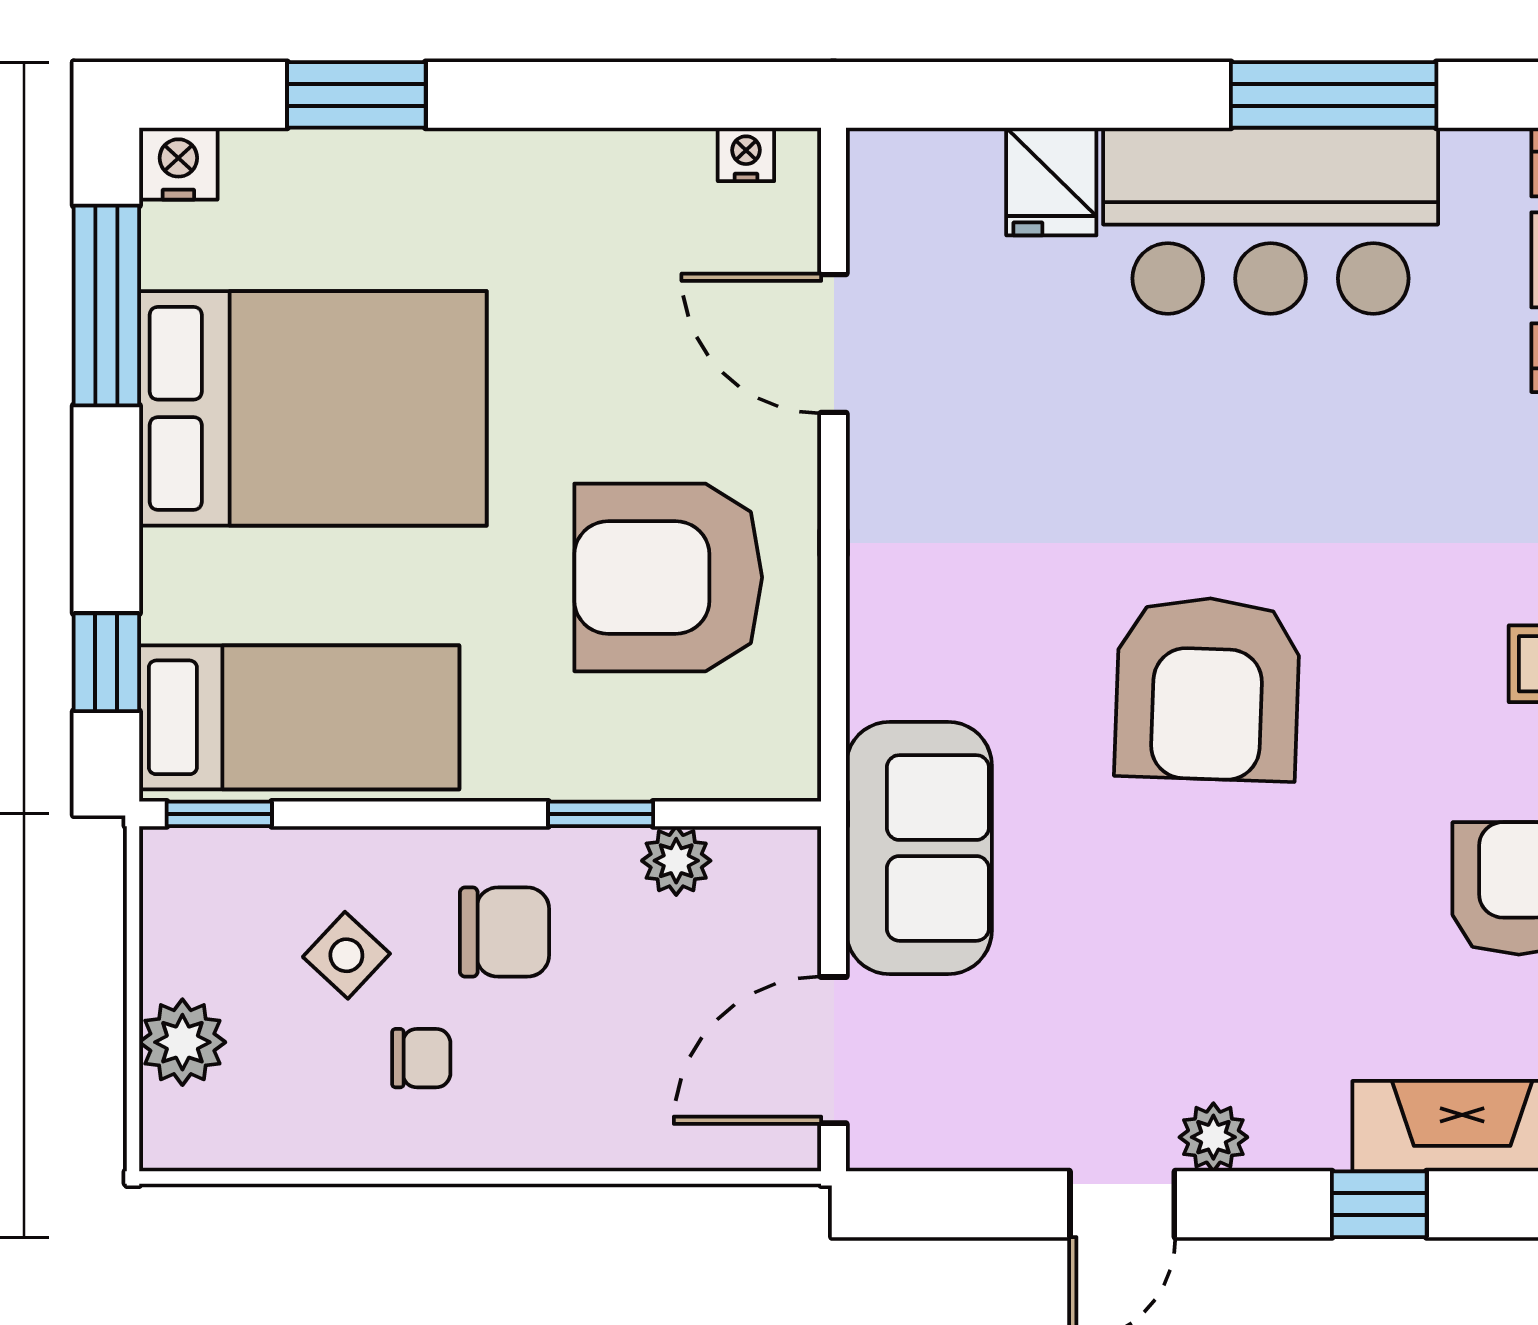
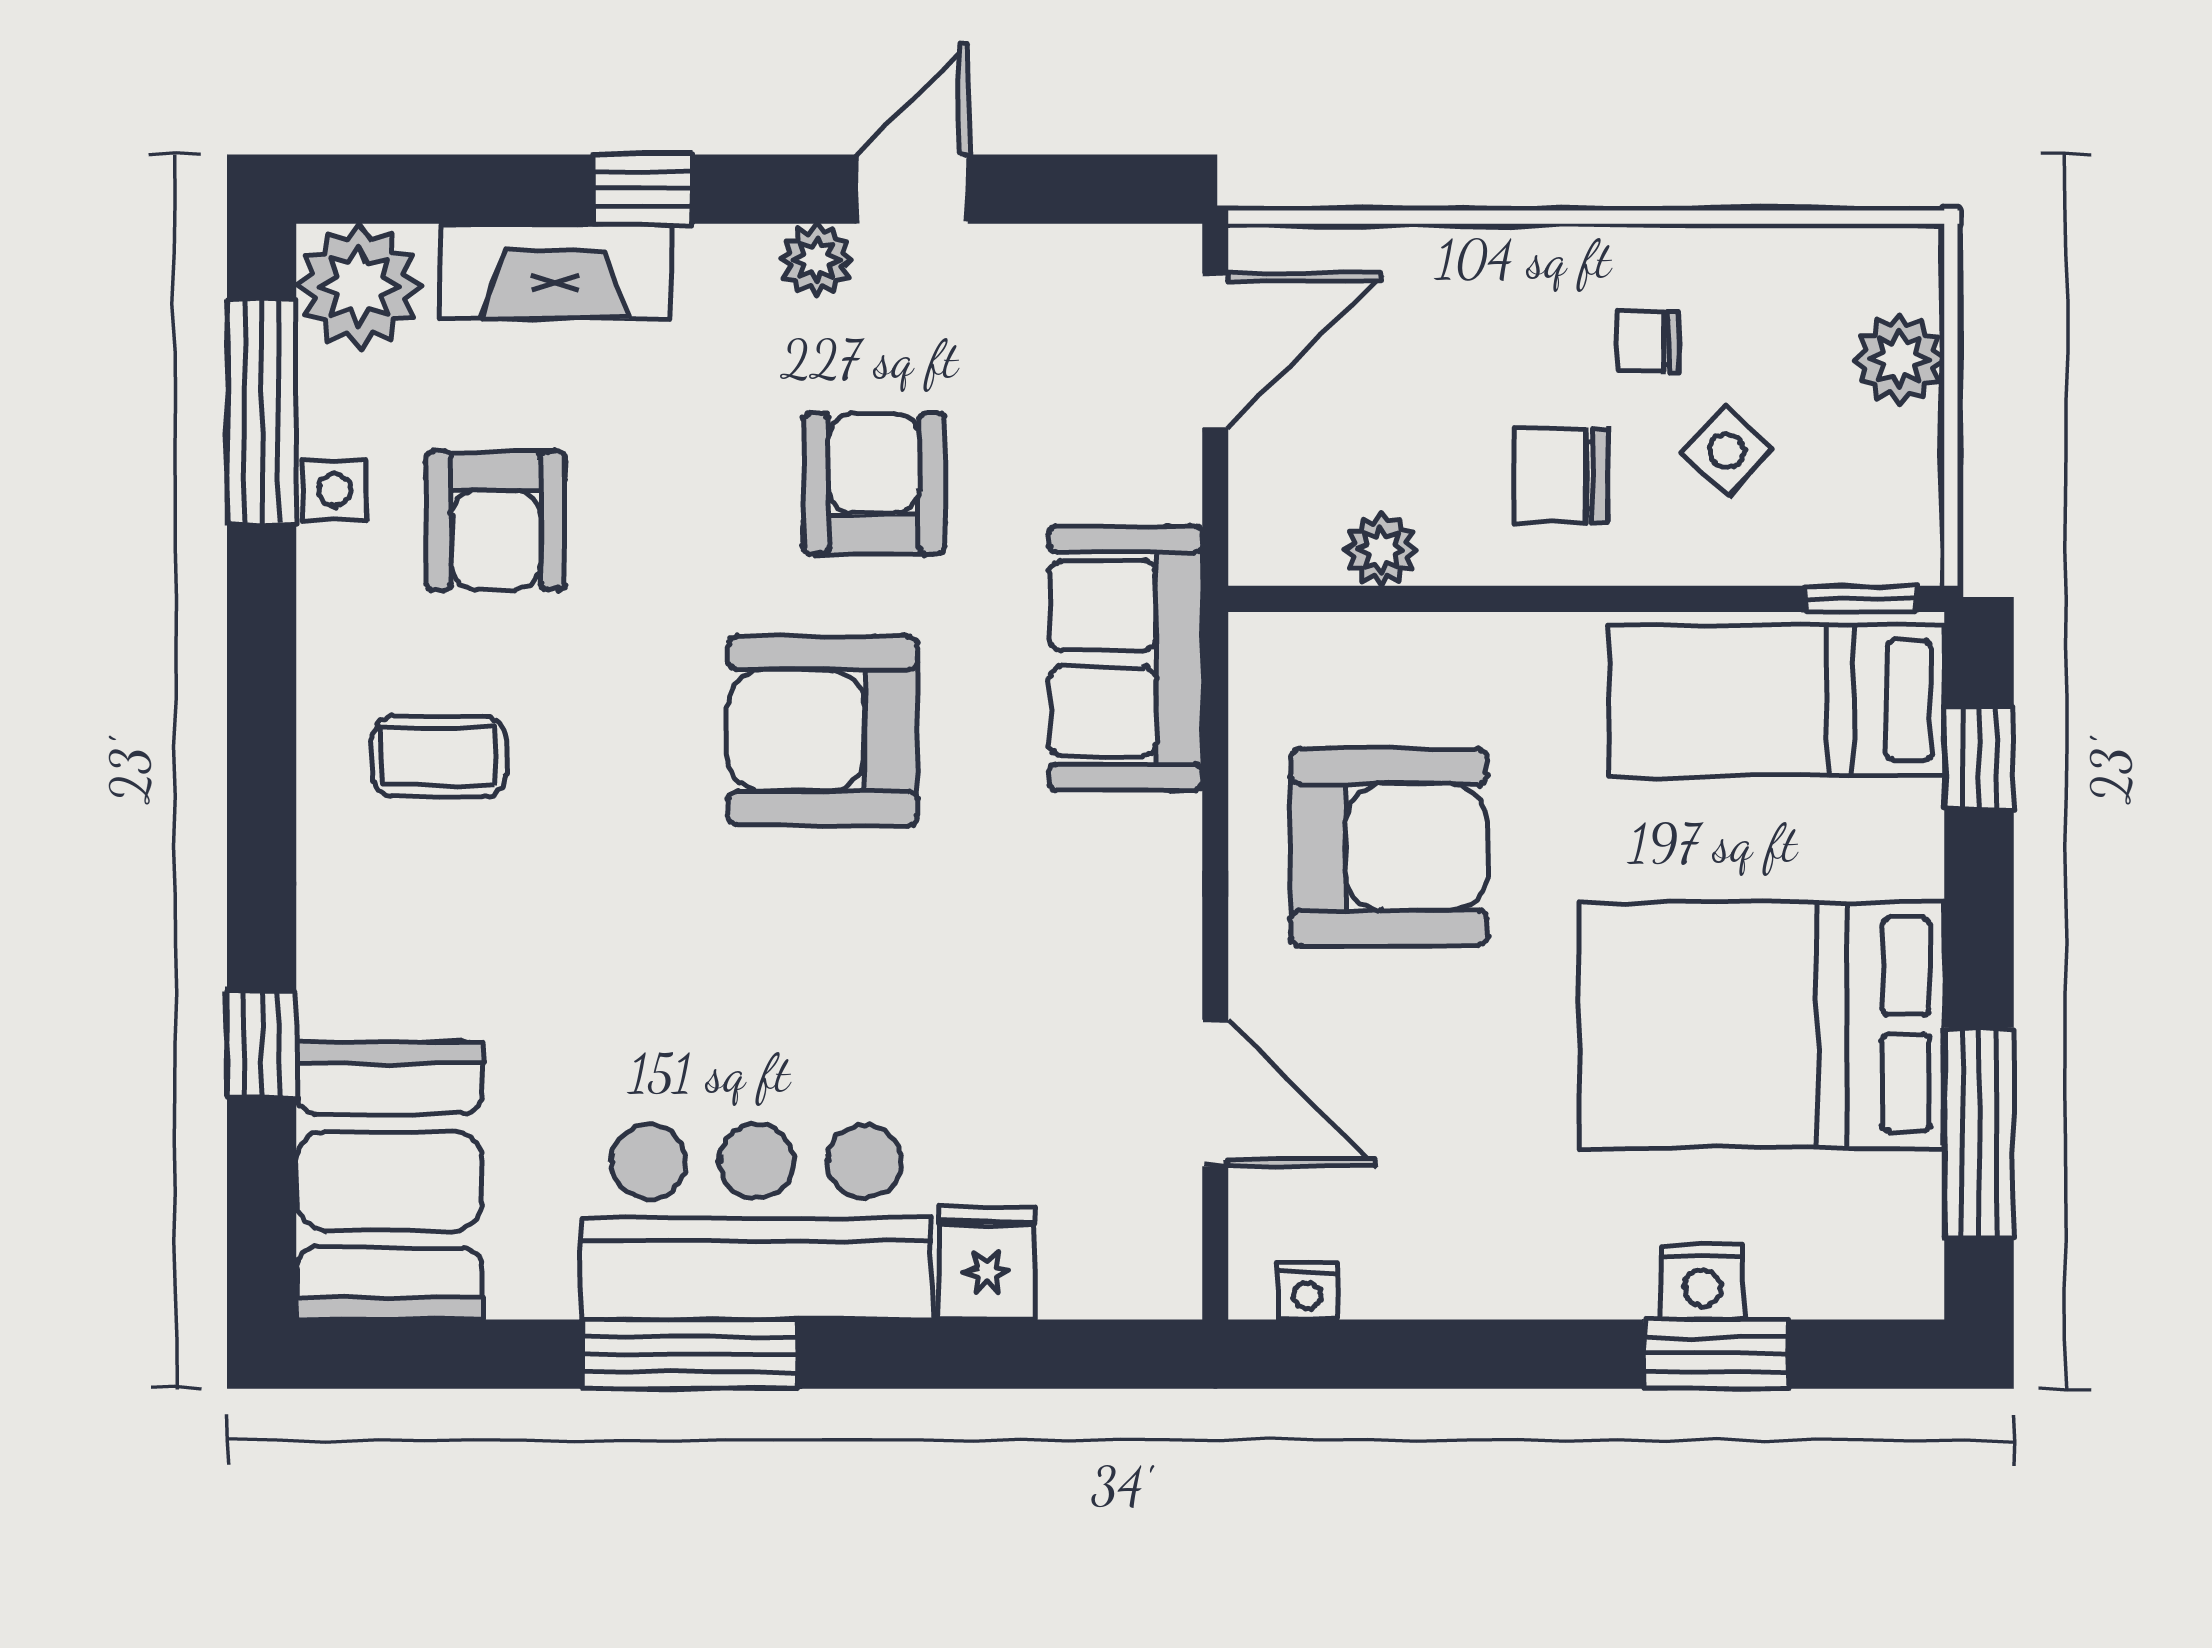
nightstand: (178, 164) -> (1702, 1282), moved
armchair: (1207, 689) -> (823, 730), turned -92
window: (601, 814) -> (1460, 599), removed
sofa: (919, 848) -> (1126, 658), moved
armchair: (1159, 924) -> (874, 483), added

